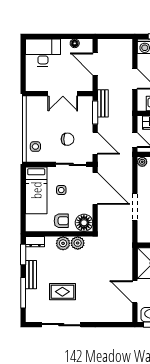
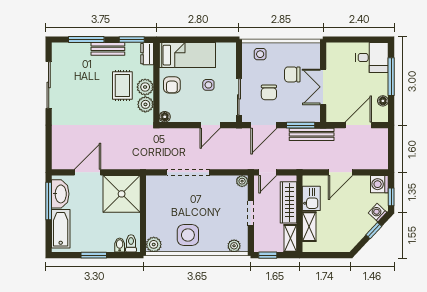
window: (54, 36) -> (391, 77), added
desk: (43, 53) -> (372, 58), width x0.73
bench: (103, 103) -> (312, 134), width x1.36
chair: (52, 120) -> (292, 74), added
door: (95, 189) -> (210, 125), width x0.53
bed: (36, 190) -> (187, 55), moved, turned 180
doorway: (135, 207) -> (188, 172), width x1.36
floor lamp: (84, 223) -> (165, 117), width x0.53, depth x0.53
rug: (62, 292) -> (122, 86), moved

